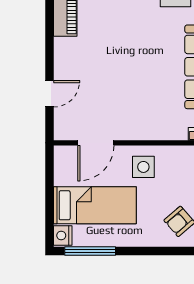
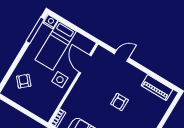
armchair: (122, 55) -> (119, 102), added
door: (49, 94) -> (122, 56), swing flipped

